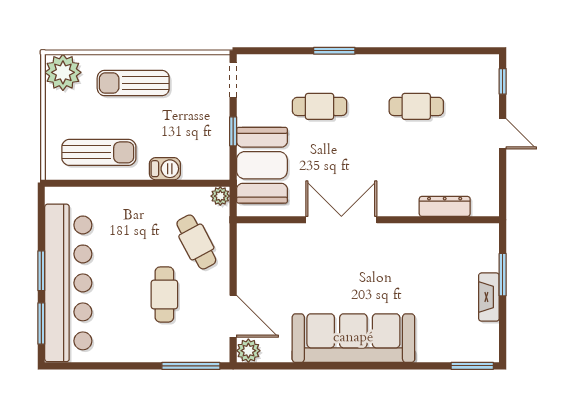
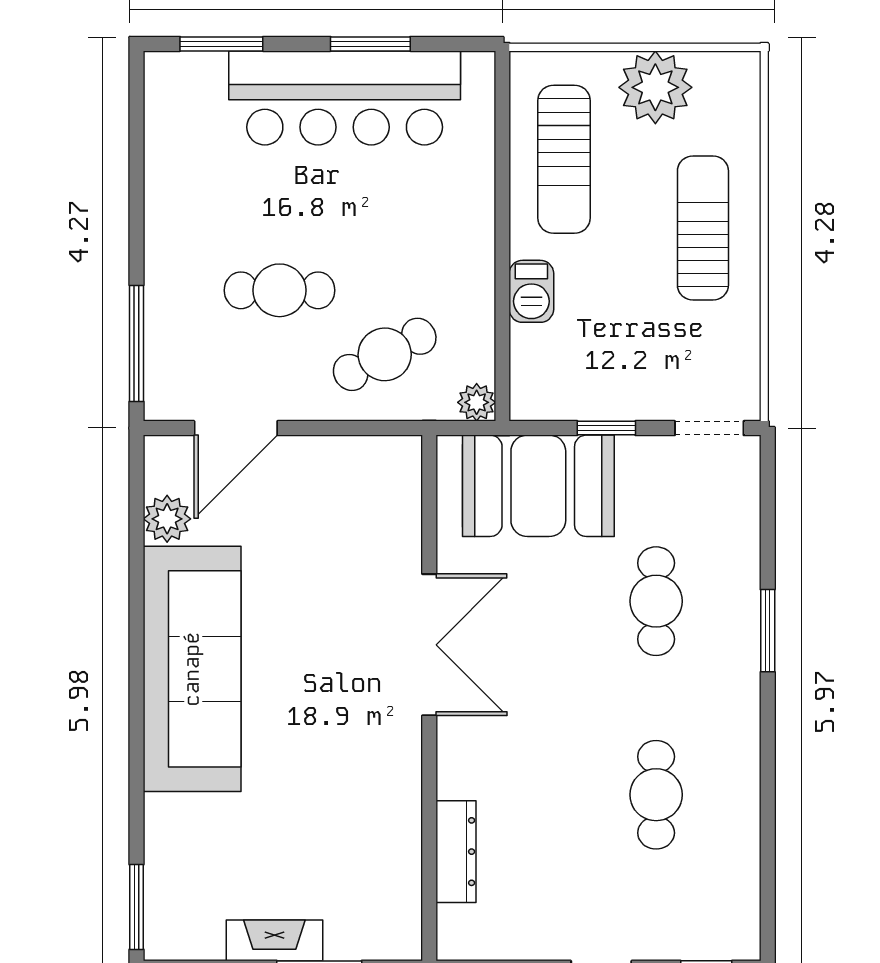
plant: (63, 72) -> (655, 87), moved
window: (41, 271) -> (370, 44), moved
bar counter: (68, 283) -> (345, 98), width x0.73
plant: (248, 351) -> (167, 519), moved

